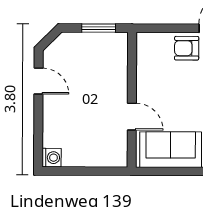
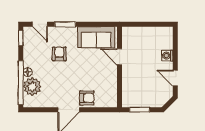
washing machine: (52, 158) -> (167, 56), moved

